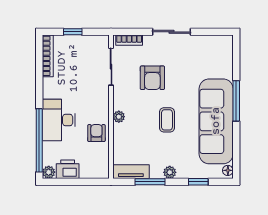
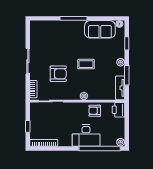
sofa: (216, 121) -> (100, 29), width x0.54, depth x0.79
printer: (68, 169) -> (119, 110), moved

